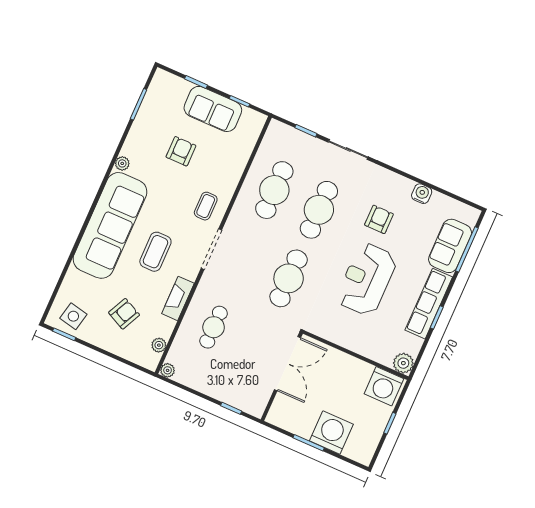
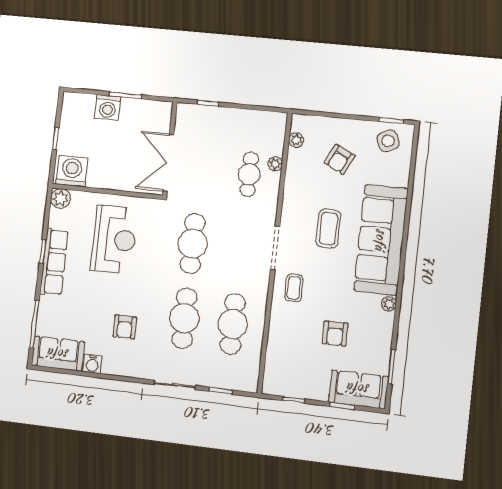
sofa: (213, 109) -> (358, 389), moved
sofa: (450, 246) -> (58, 354), moved, turned -90
reception desk: (367, 279) -> (114, 239), moved
fireplace: (178, 298) -> (292, 191), removed
side table: (73, 316) -> (388, 141), turned -36
plant: (168, 370) -> (275, 164), moved
washing machine: (331, 432) -> (108, 107), width x0.73, depth x0.73

